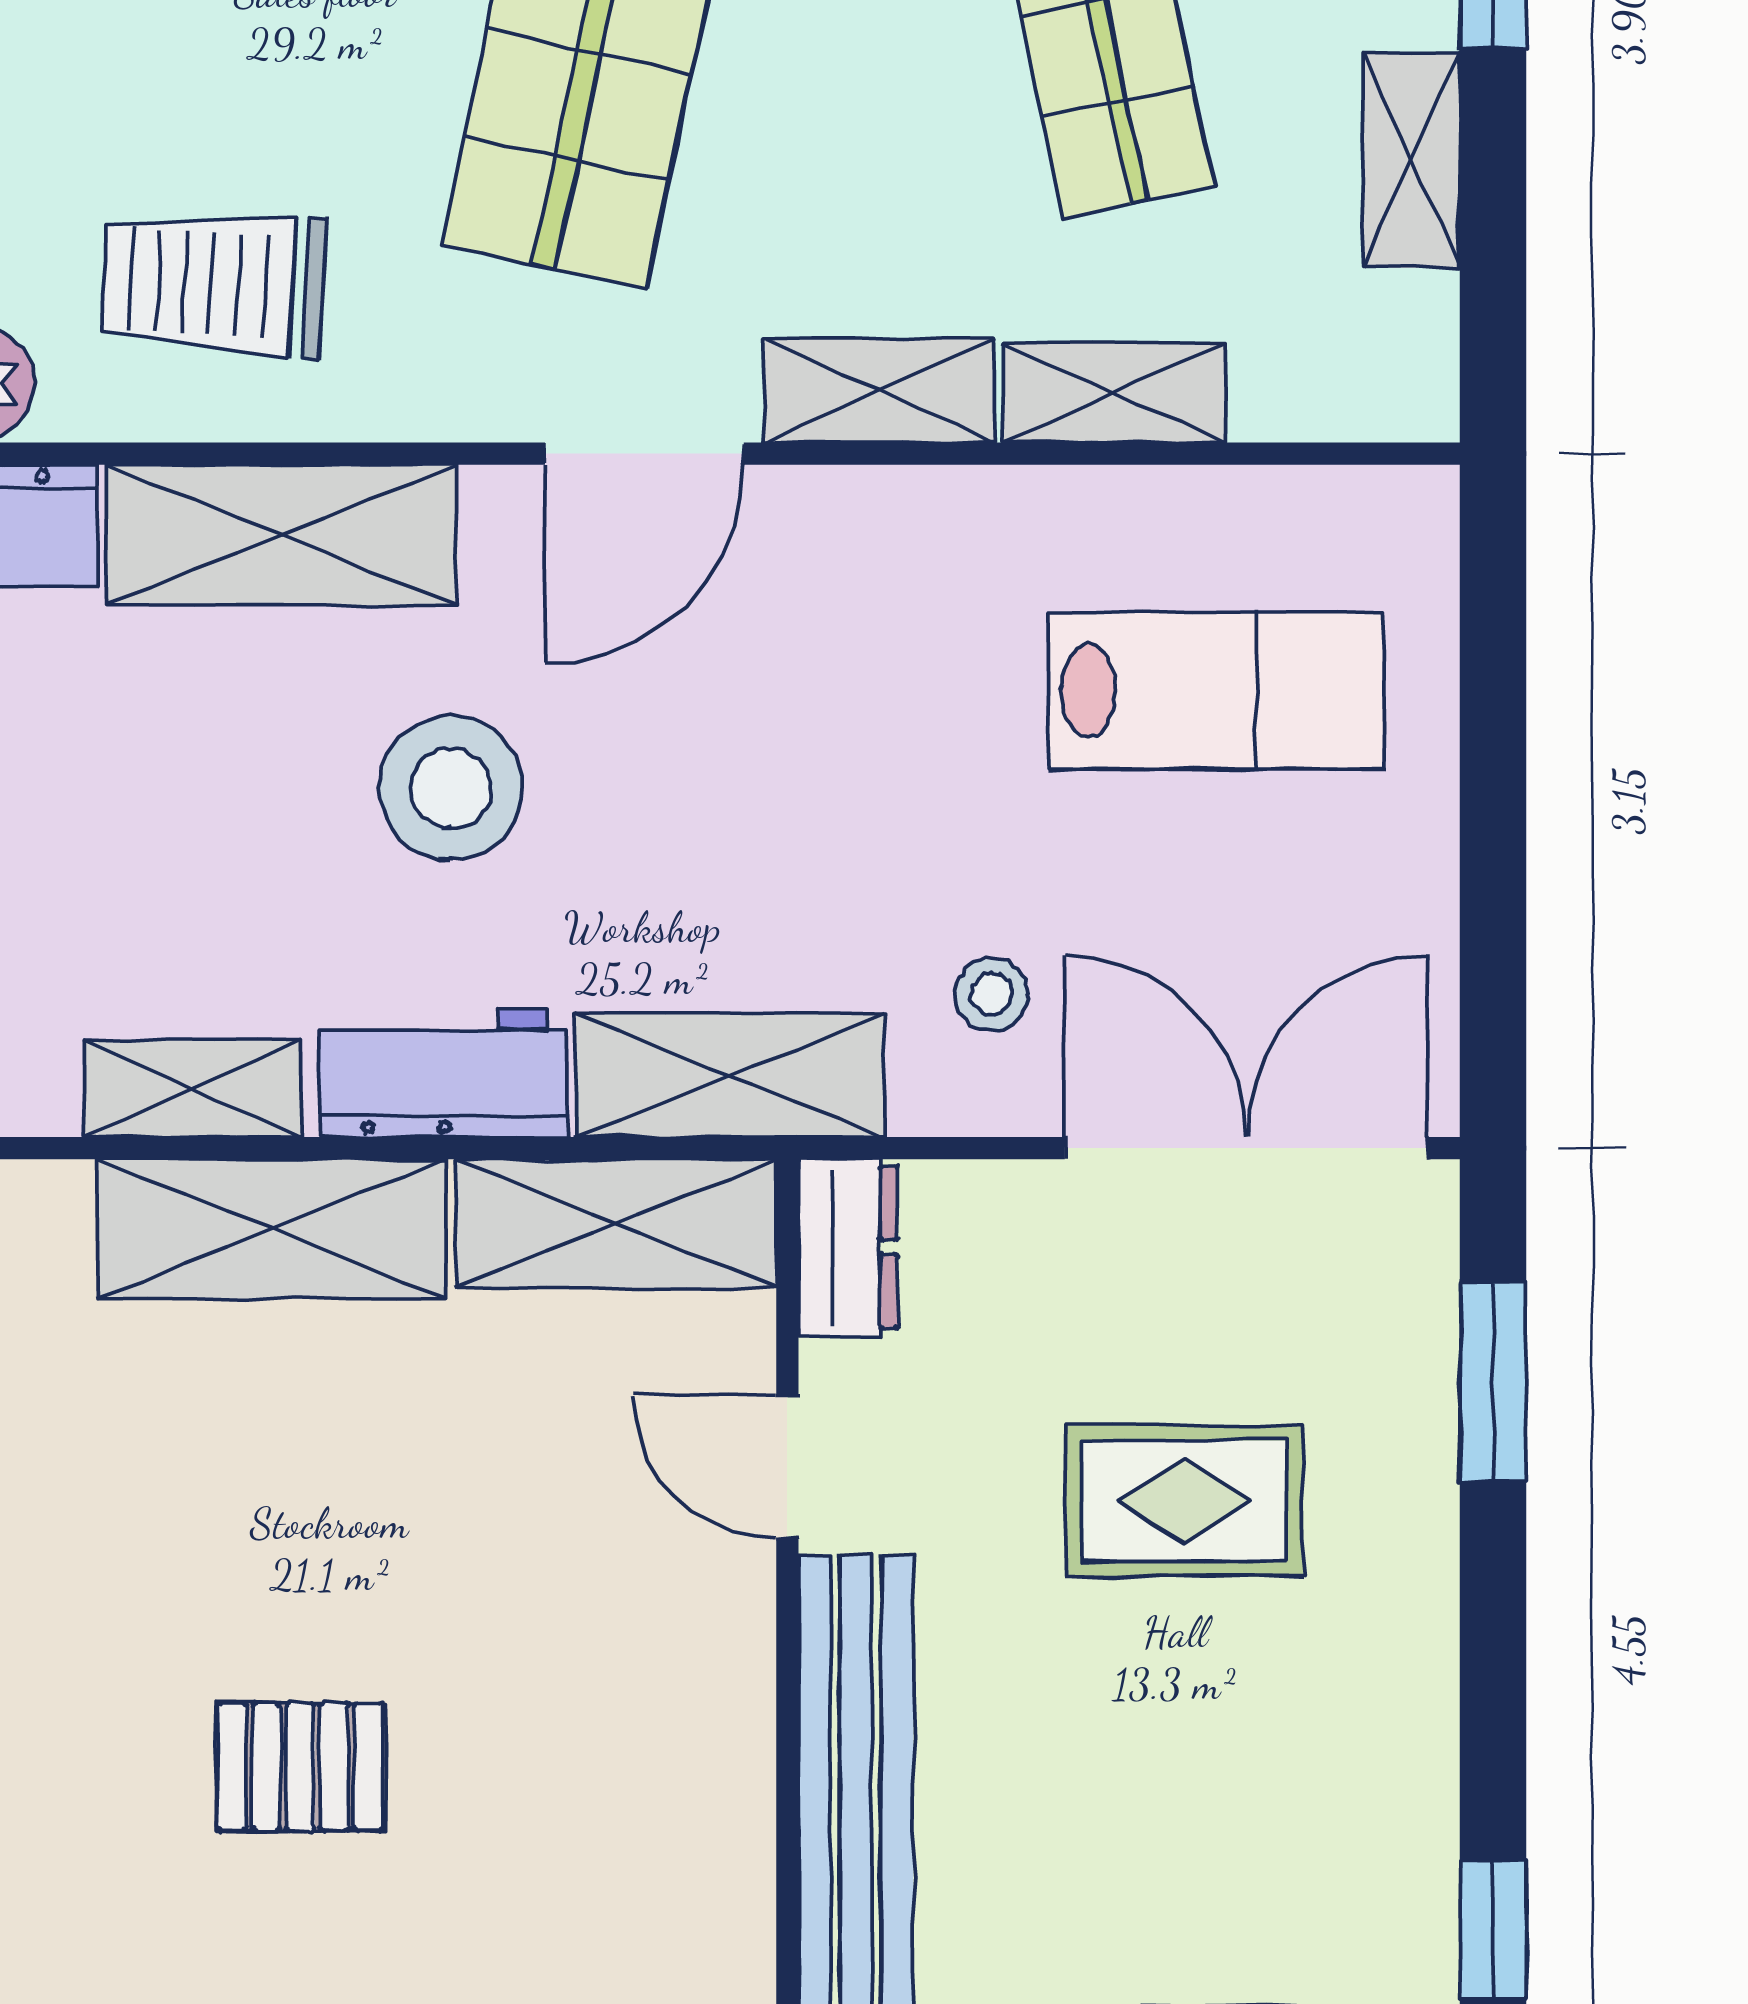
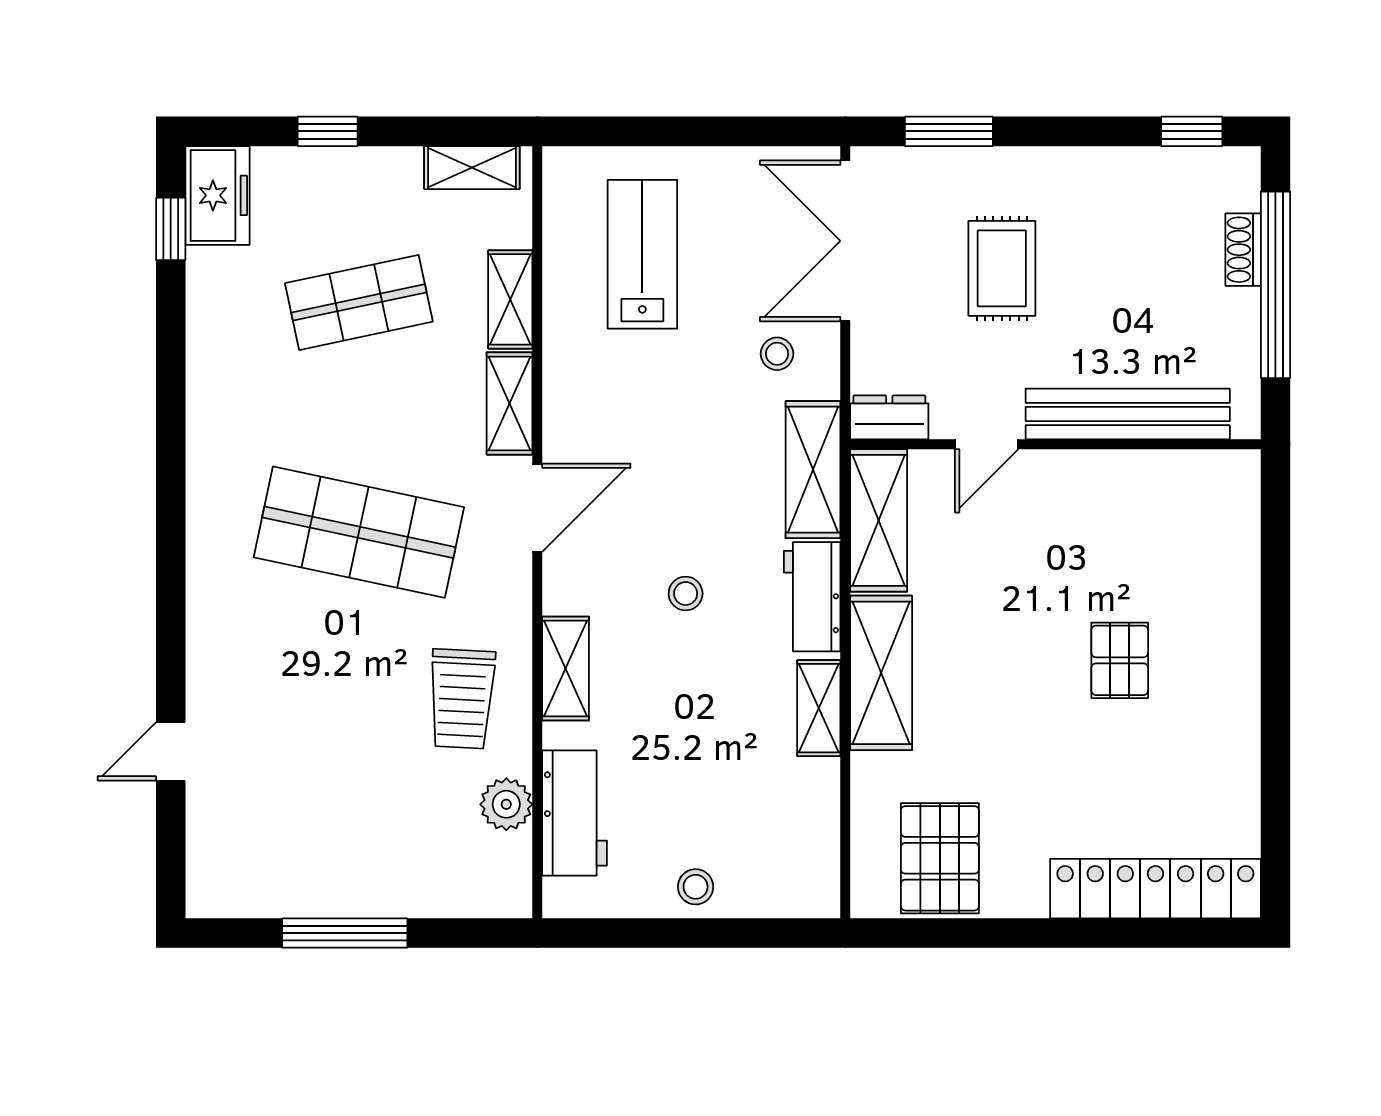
shelving: (1411, 160) -> (472, 168), moved
door: (644, 454) -> (537, 508), hinge flipped
shelving: (282, 535) -> (566, 669), width x0.67, depth x0.75
stool: (451, 788) -> (686, 594), width x0.53, depth x0.53

